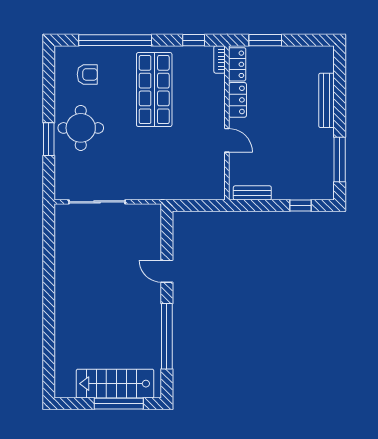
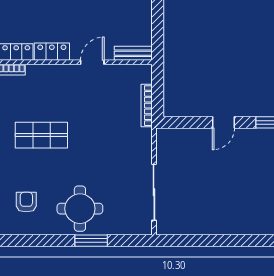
shop shelf: (154, 90) -> (41, 135), width x0.70, depth x0.74
bench: (252, 193) -> (133, 53), moved, turned 90
bookcase: (184, 195) -> (147, 106), added

